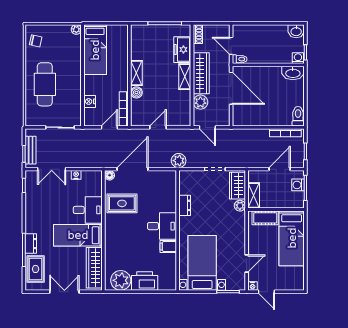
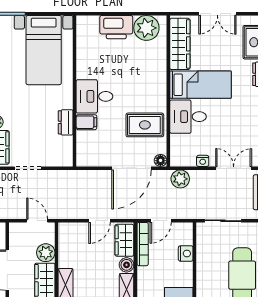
wardrobe: (138, 112) -> (124, 240), added
plant: (179, 161) -> (180, 179), moved
filing cabinet: (168, 247) -> (86, 122), moved

